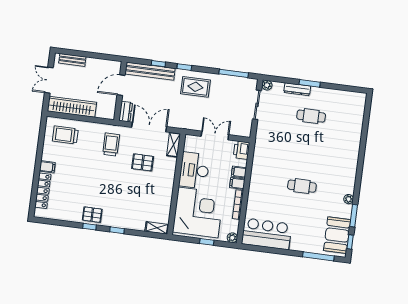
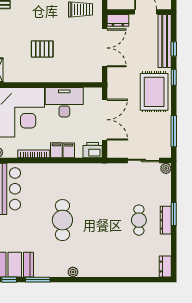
rug: (195, 87) -> (154, 92), width x1.36, depth x1.43
dresser: (297, 89) -> (166, 220), moved
dresser: (357, 97) -> (165, 266), added
double door: (215, 136) -> (105, 120), width x1.37
shelving: (174, 145) -> (89, 76), removed
pallet: (143, 162) -> (42, 49), moved, turned 90
cafe table: (302, 186) -> (62, 220), width x1.37, depth x1.35
plant: (349, 199) -> (73, 272), moved

